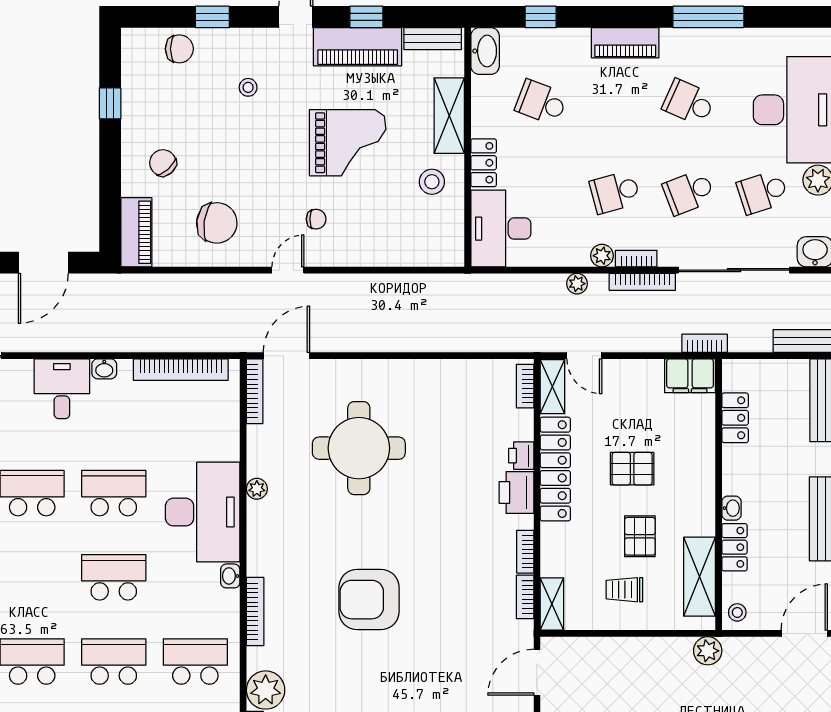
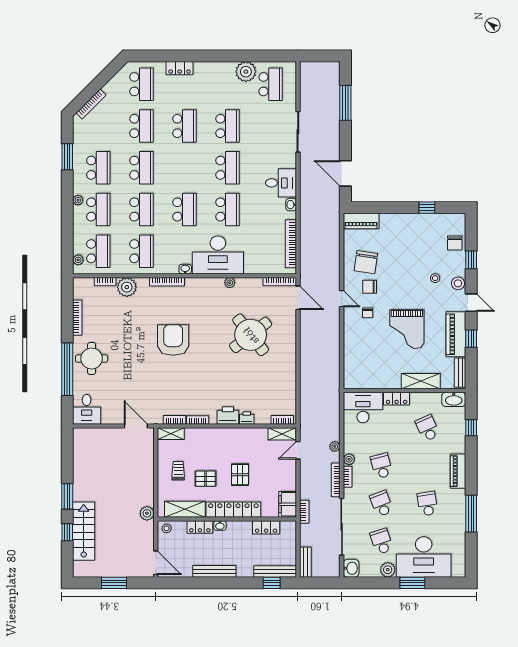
school desk: (541, 102) -> (427, 428), turned -45
school desk: (689, 102) -> (427, 504), turned -33
chair: (163, 163) -> (370, 287), moved, turned -138
stool: (432, 182) -> (458, 283), moved
round table: (359, 448) -> (251, 335), turned -38
locker: (555, 469) -> (233, 510), moved, turned 180

